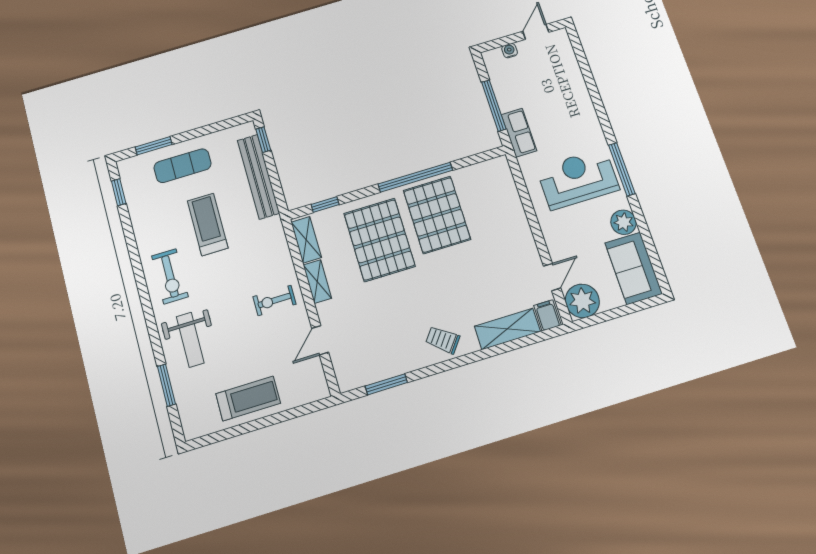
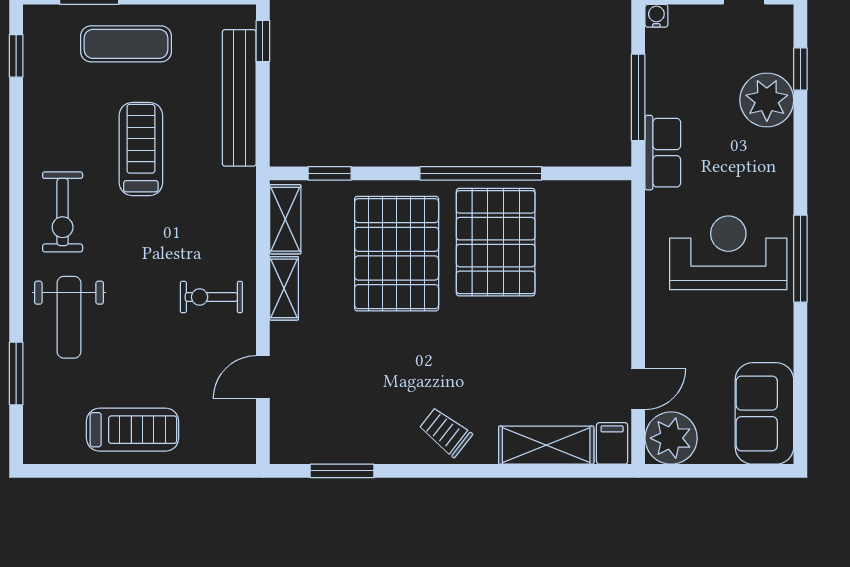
water cooler: (510, 51) -> (656, 16), moved
window: (583, 61) -> (800, 69), added
plant: (624, 222) -> (767, 100), moved, width x1.36, depth x1.36

